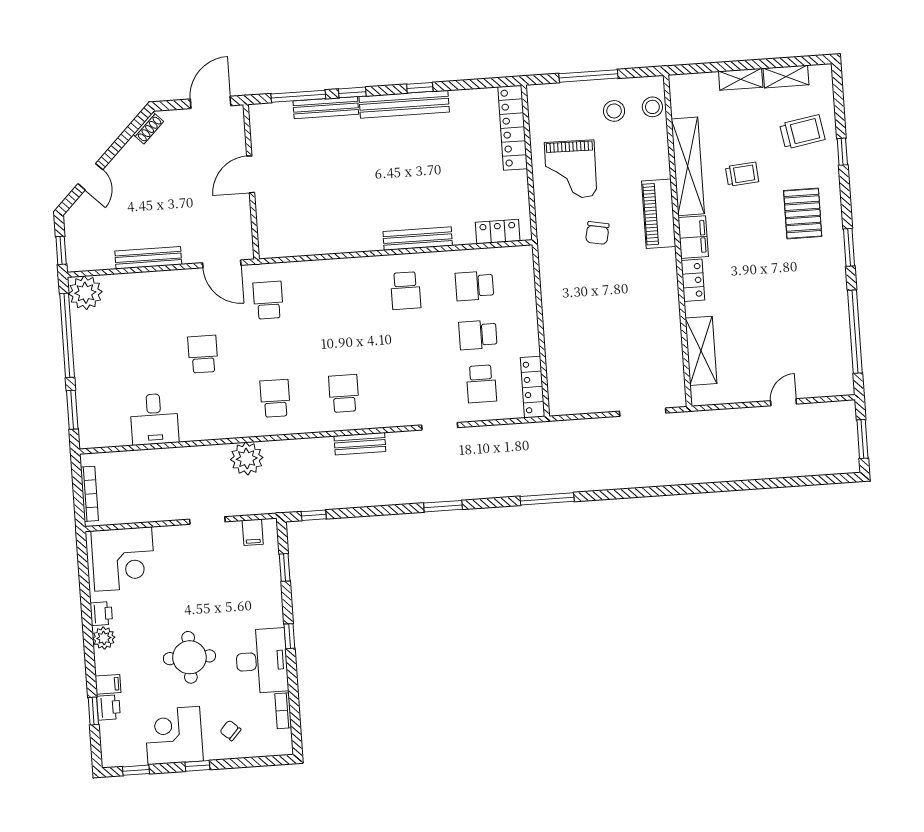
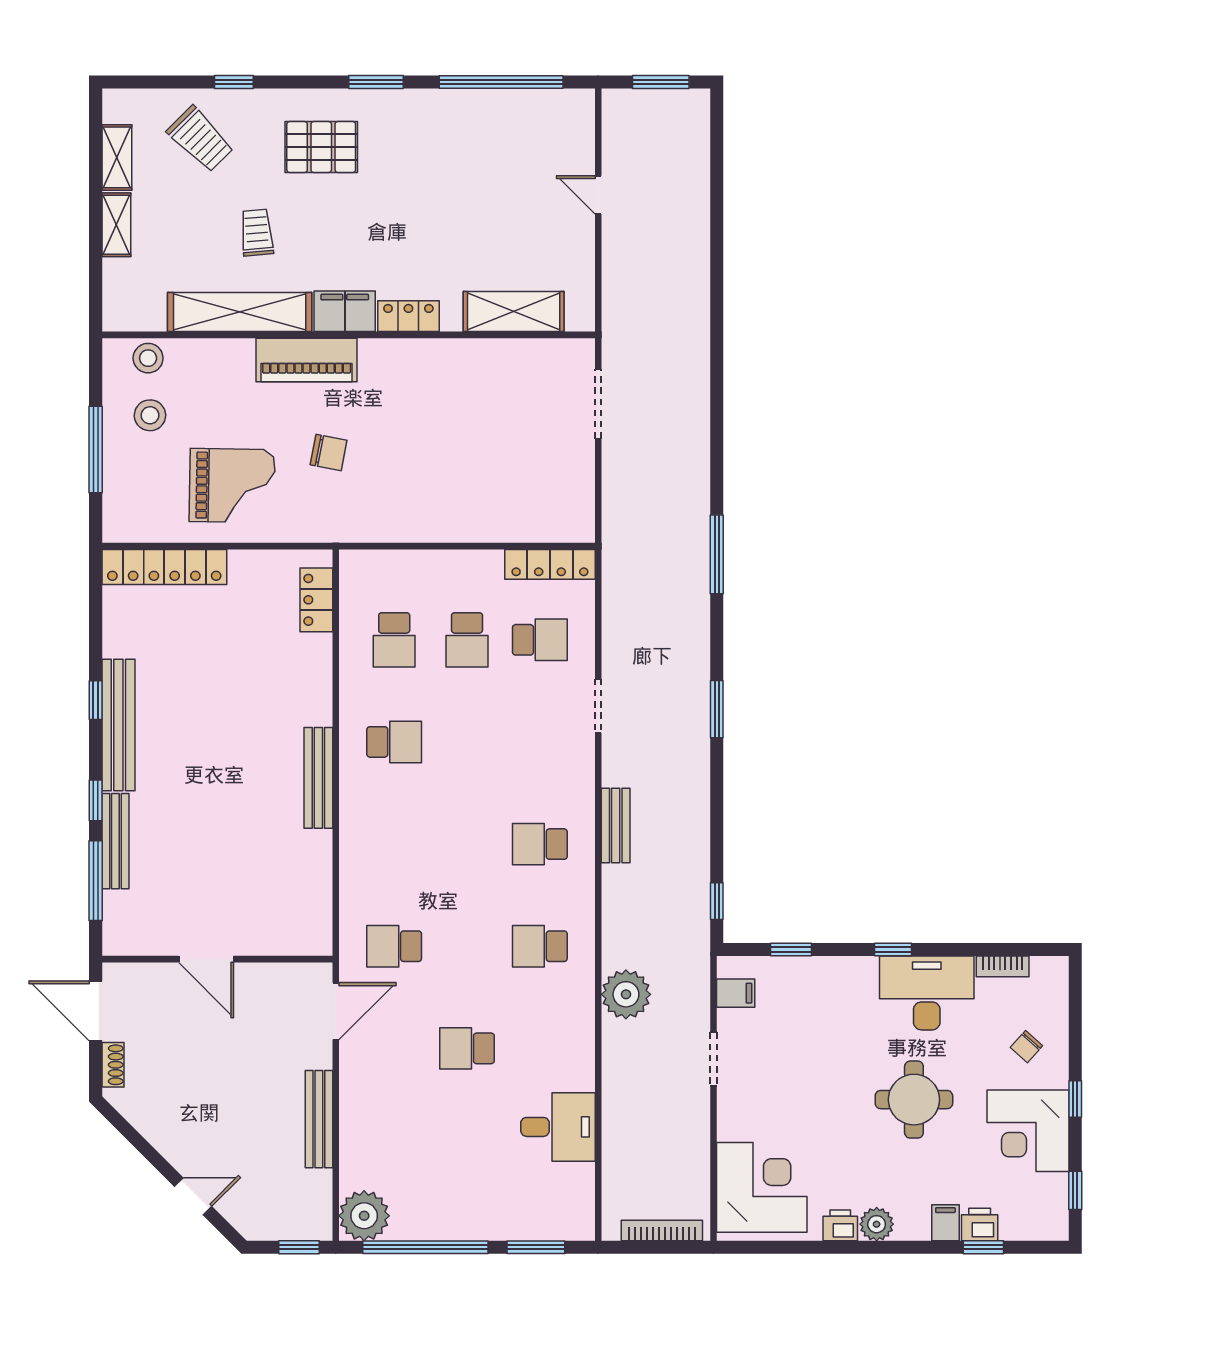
shoe rack: (148, 128) -> (113, 1065), moved, turned 45
trolley: (802, 132) -> (200, 139), turned 145
bench: (418, 239) -> (318, 778), moved

